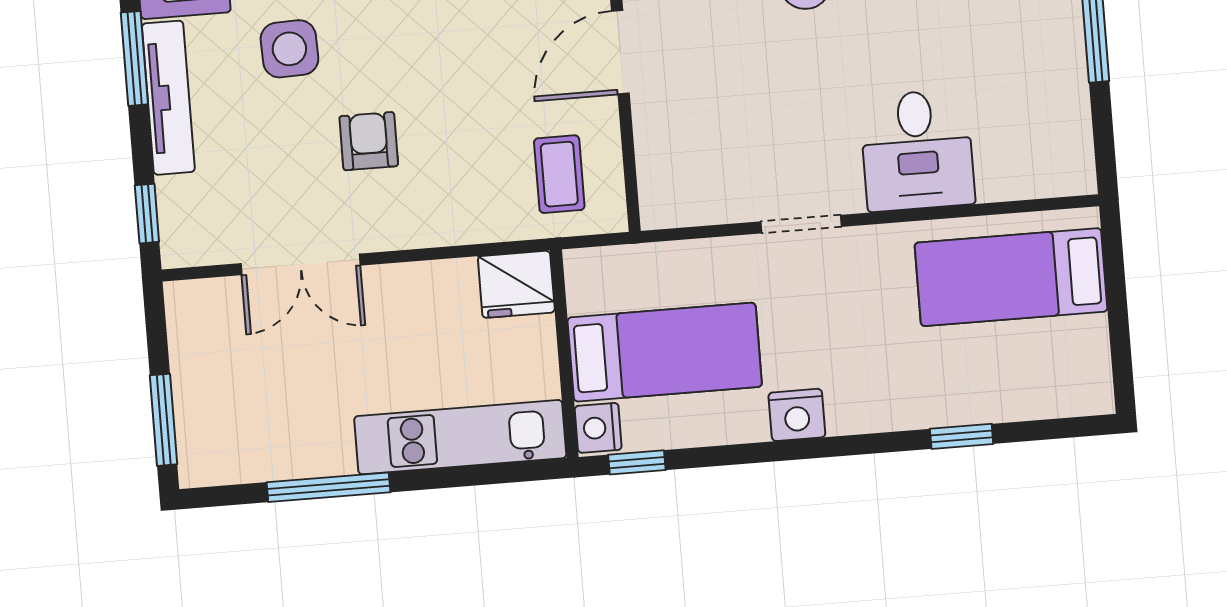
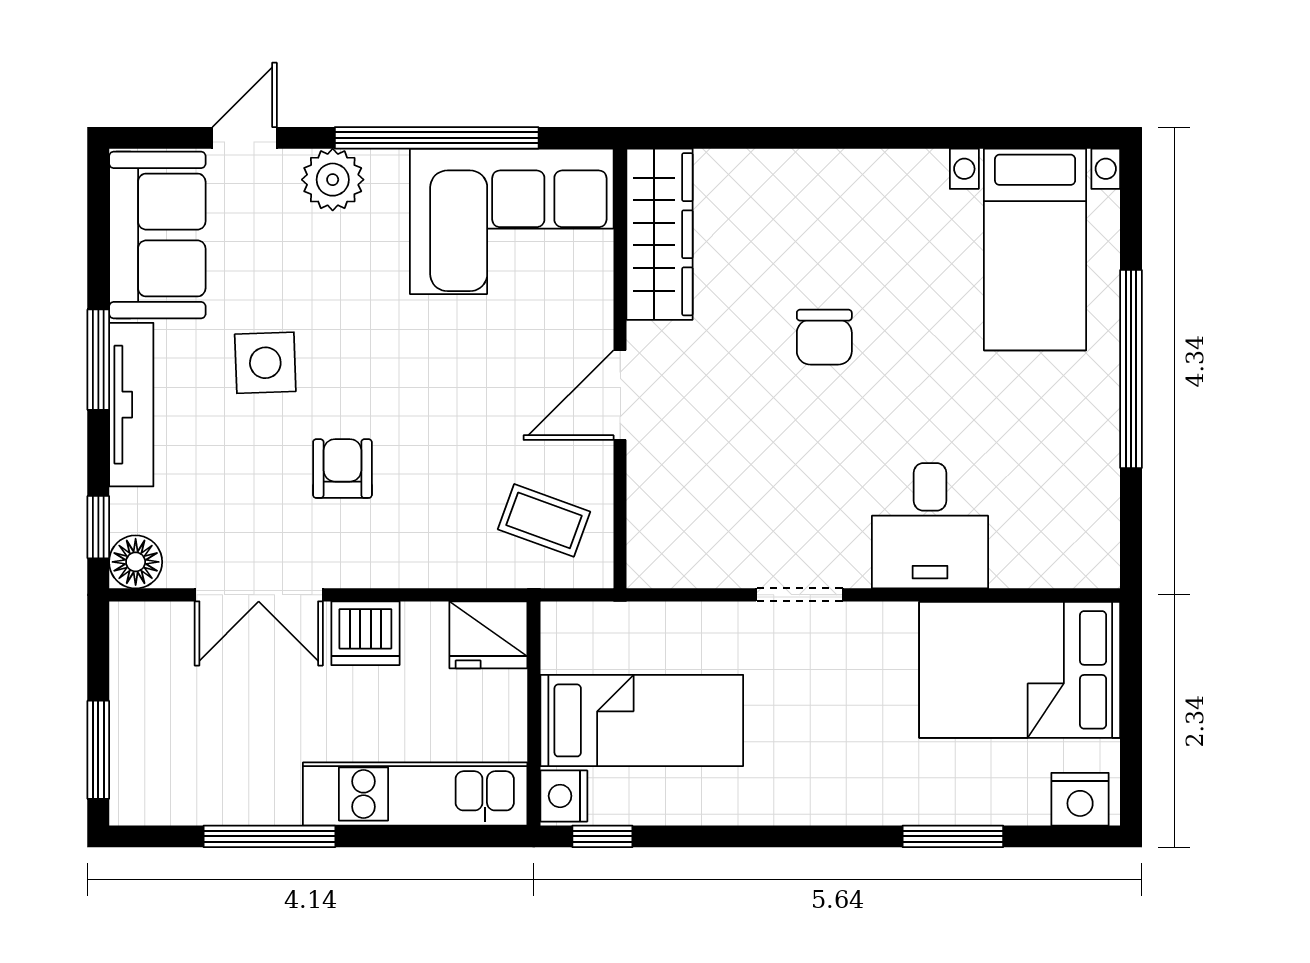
coffee table: (559, 174) -> (544, 520), turned -70
floor lamp: (184, 243) -> (136, 562), added
bed: (1011, 277) -> (1020, 670), width x1.50
dishwasher: (402, 292) -> (365, 633), added
nightstand: (797, 415) -> (1080, 799), moved
window: (962, 436) -> (953, 836), width x1.50

